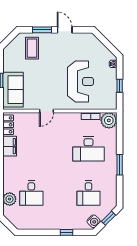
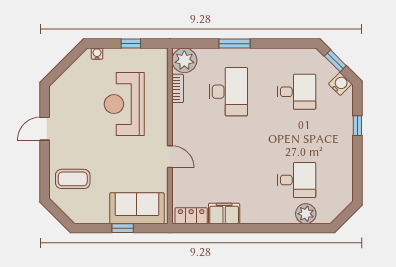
window: (42, 30) -> (45, 164), removed
reception desk: (81, 82) -> (124, 104), turned -90
window: (120, 165) -> (235, 44), moved

